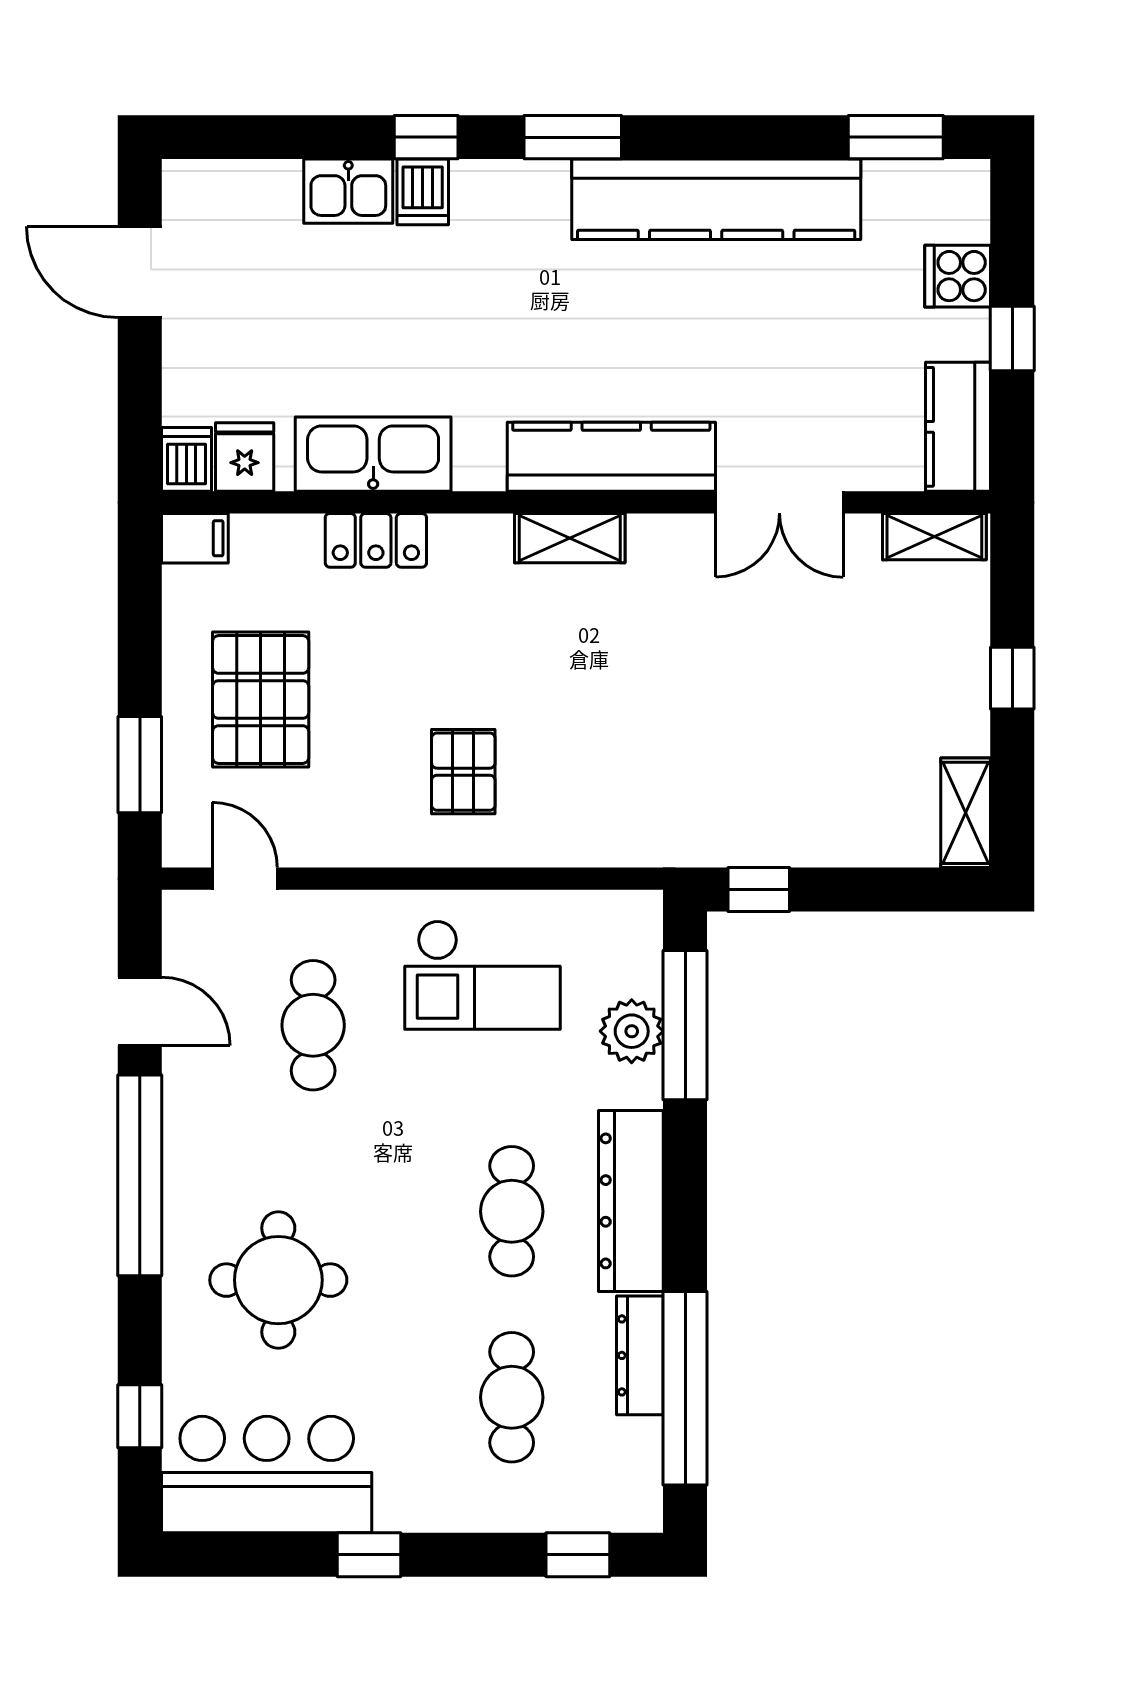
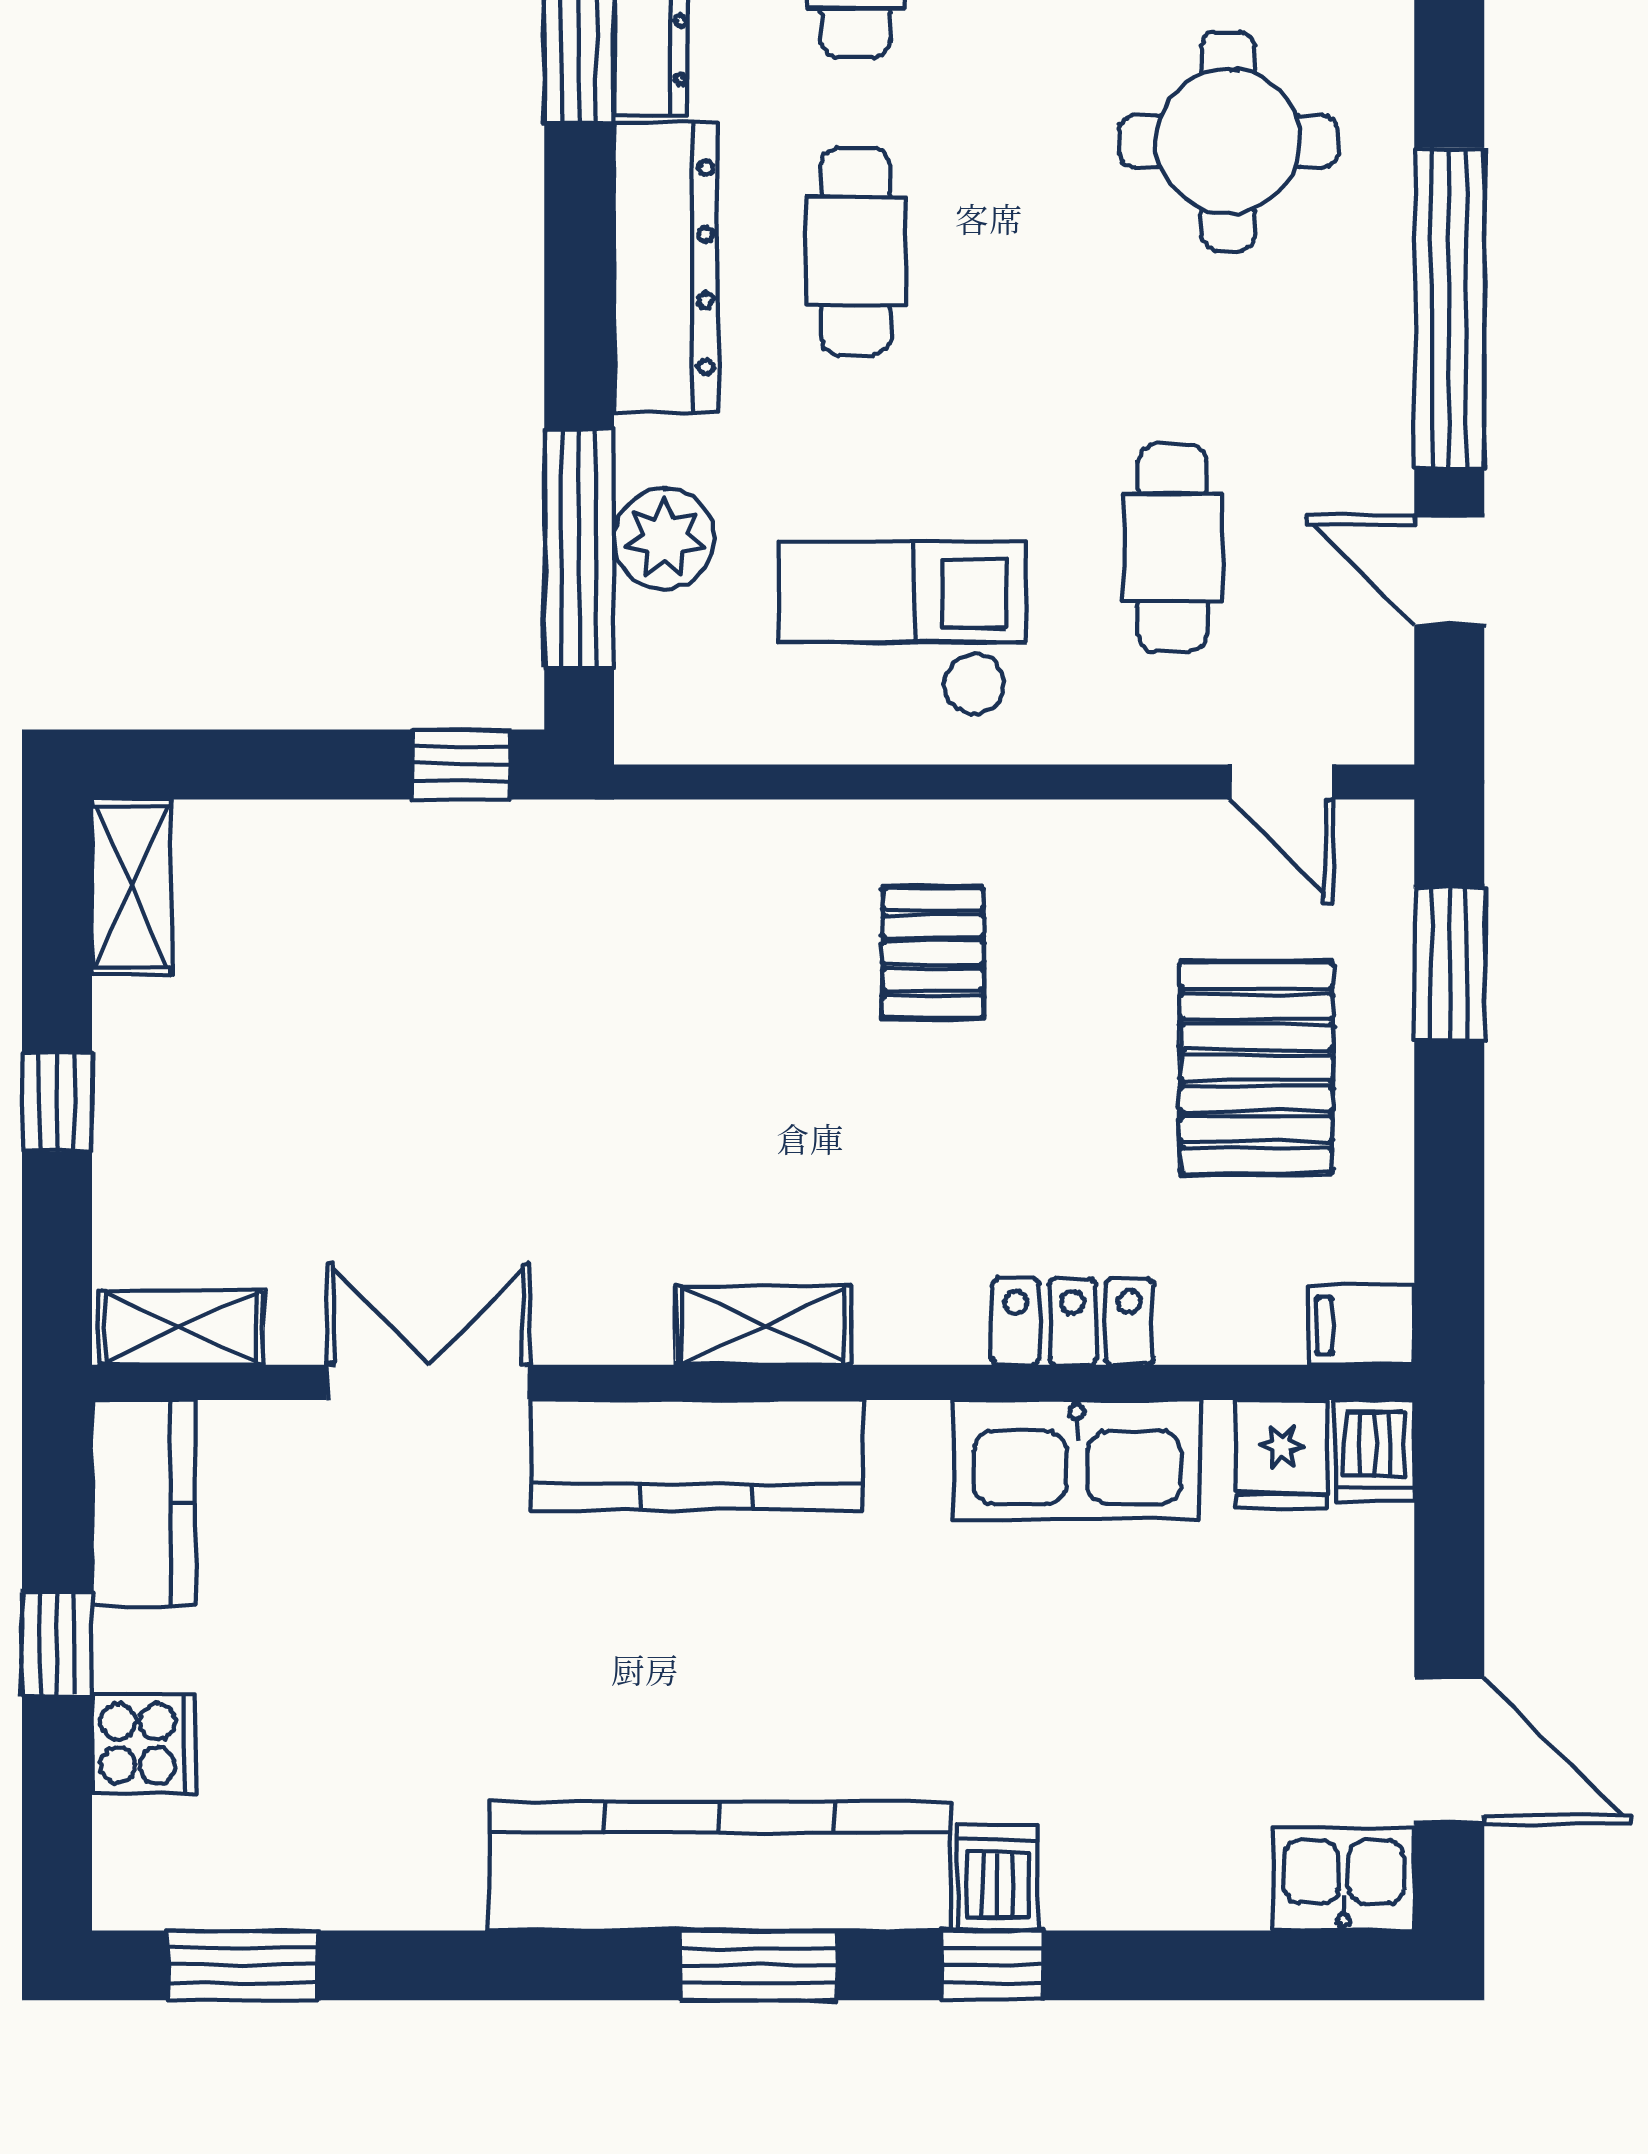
kitchen sink: (348, 191) -> (1344, 1879), moved
kitchen counter: (716, 199) -> (719, 1866), moved

